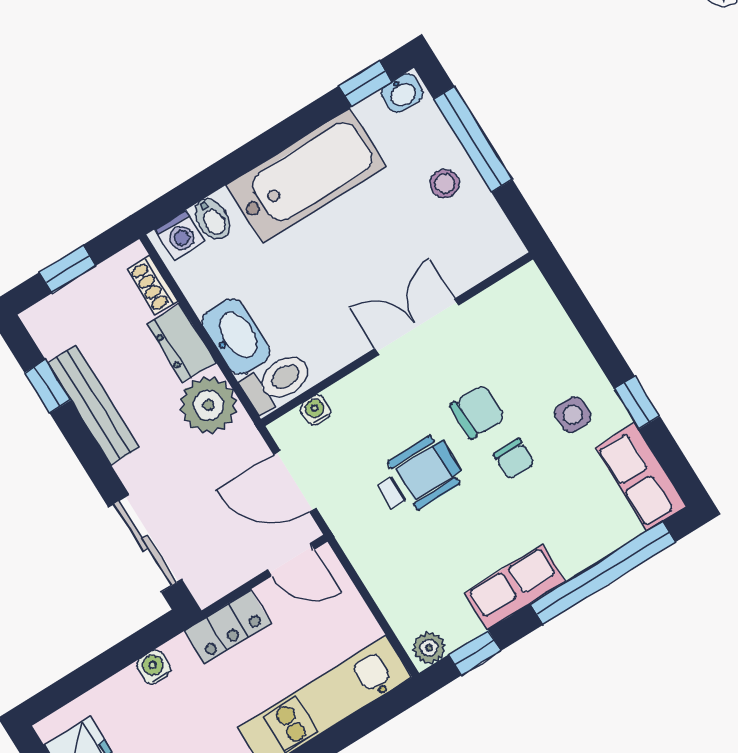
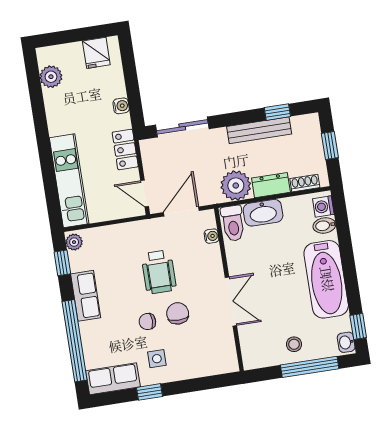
chair: (477, 412) -> (178, 313), turned 180
door: (291, 560) -> (145, 193), hinge flipped

